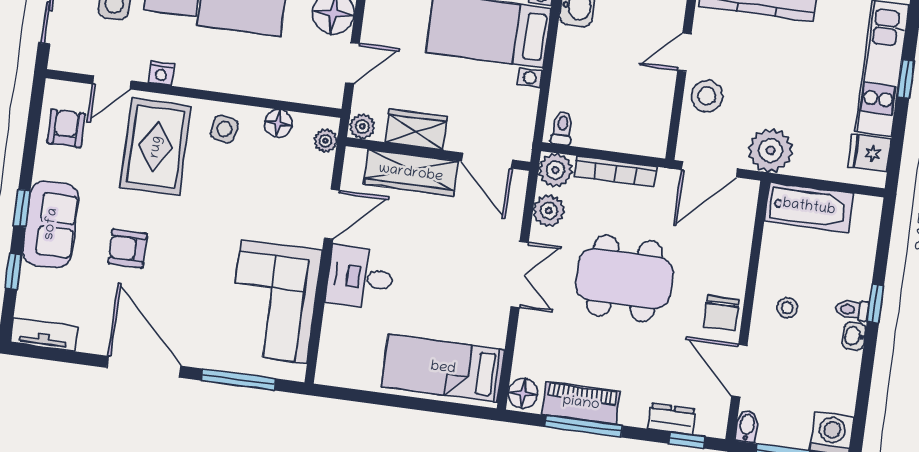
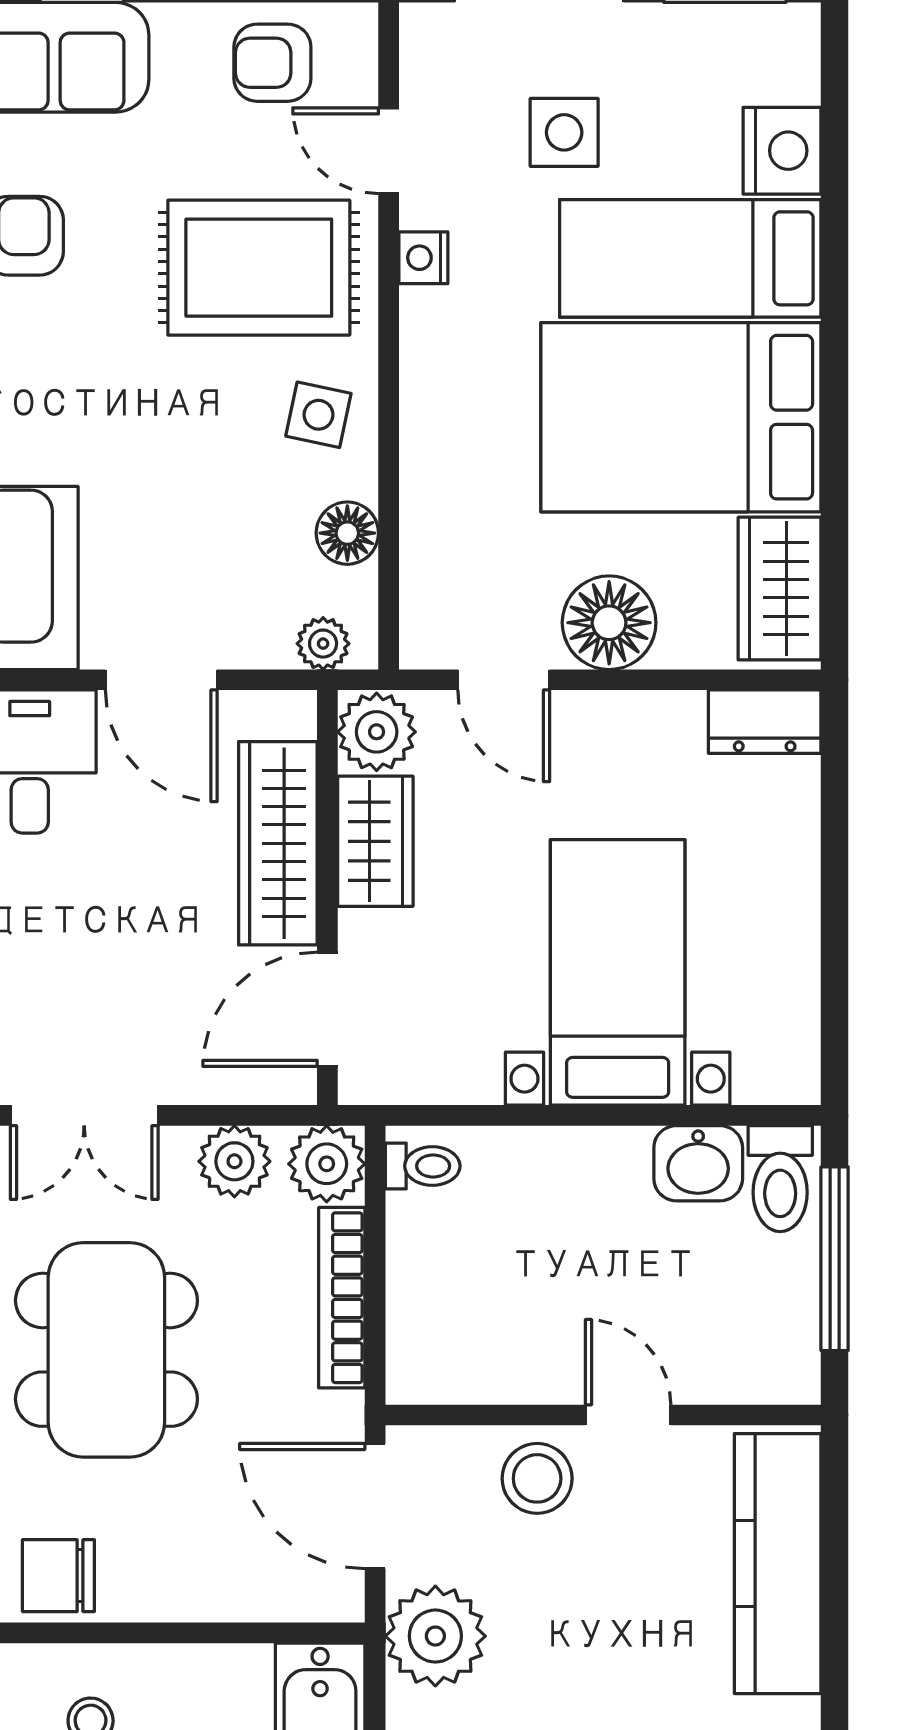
plant: (362, 126) -> (377, 732), width x1.38, depth x1.38
armchair: (66, 128) -> (272, 63), turned 180

